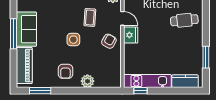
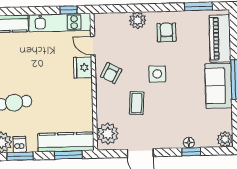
door: (122, 18) -> (93, 46), moved
fridge: (131, 35) -> (83, 68), moved

